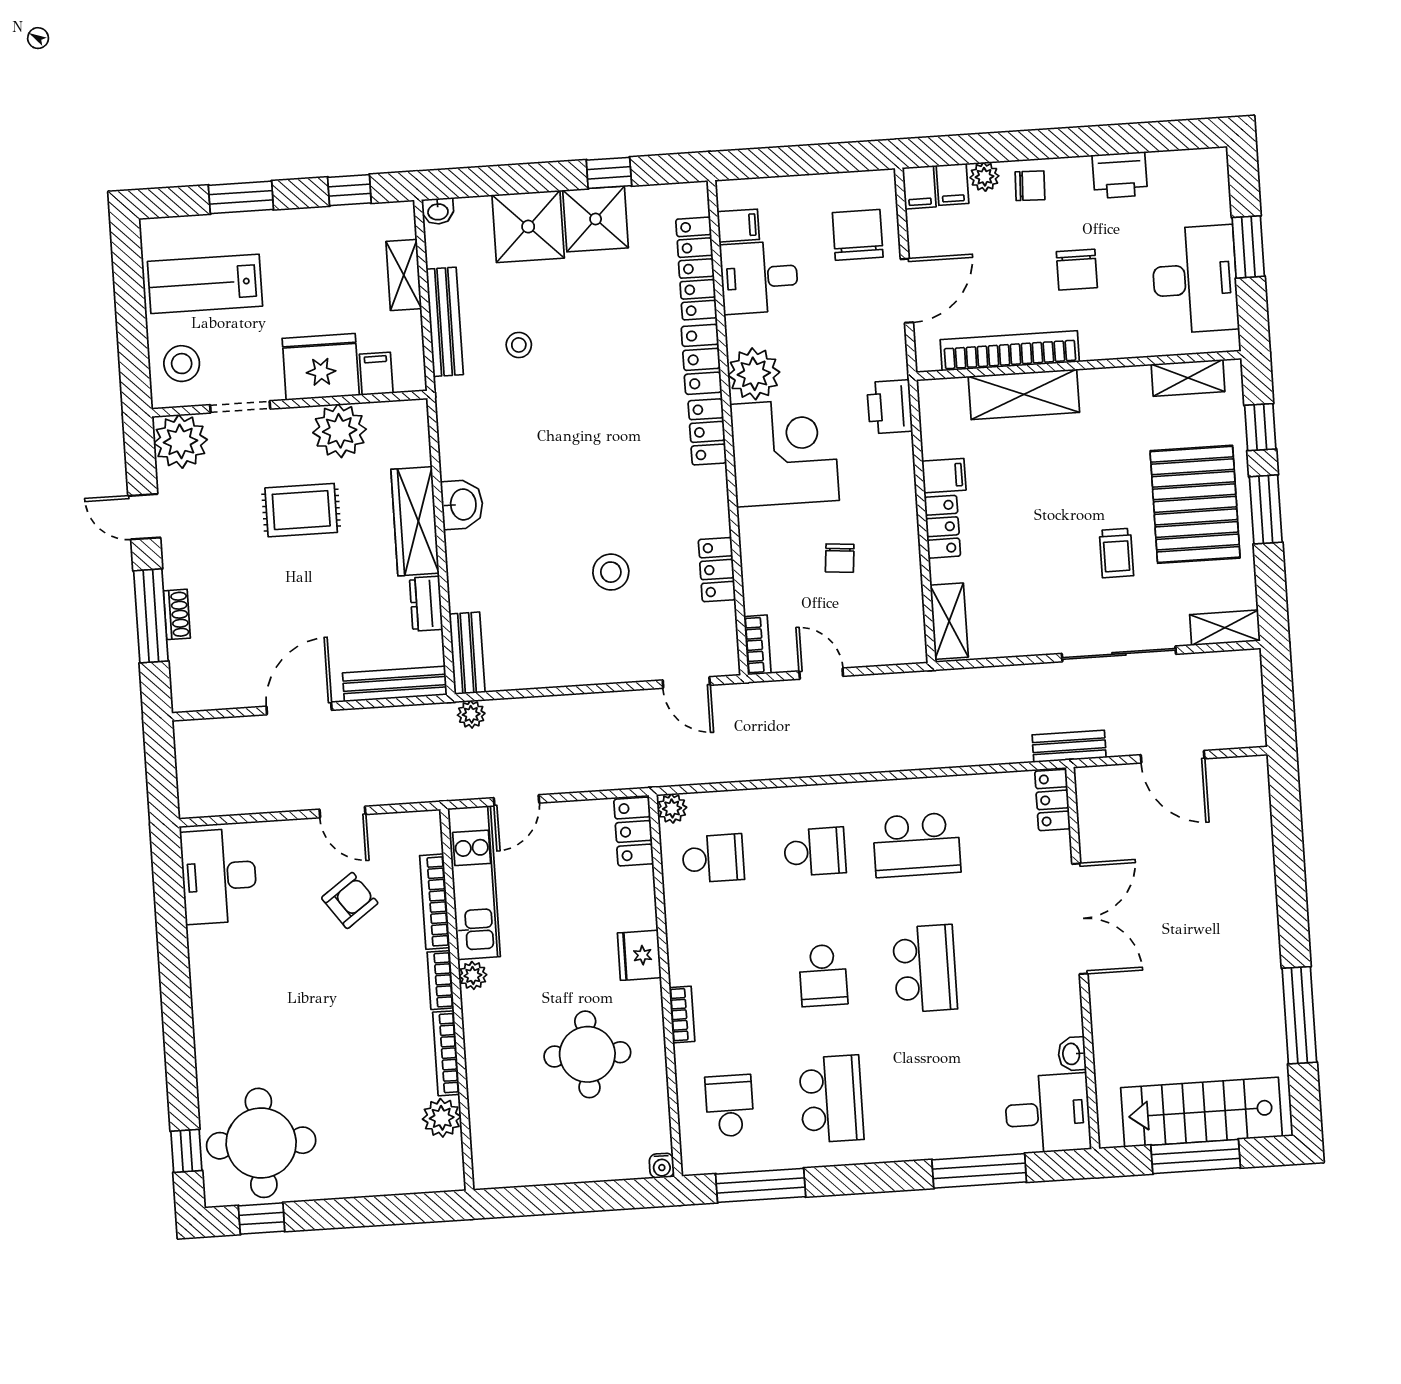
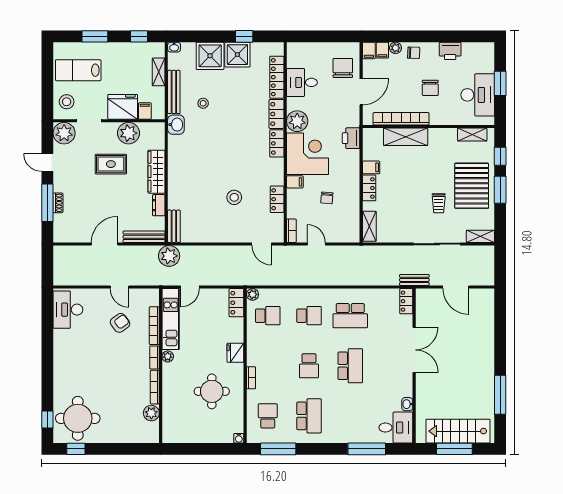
filing cabinet: (738, 226) -> (295, 182), moved
washbasin: (462, 505) -> (176, 125), moved
plant: (471, 714) -> (169, 256), width x1.87, depth x1.87

